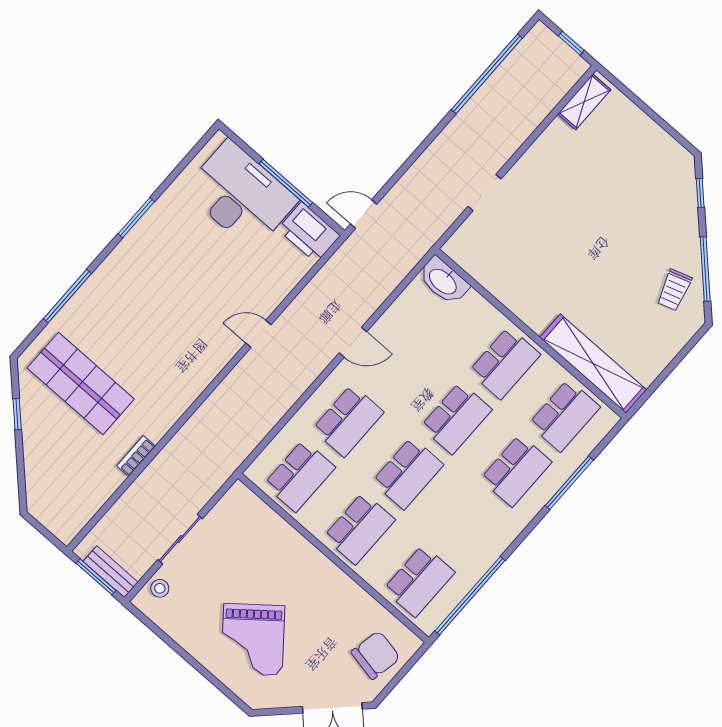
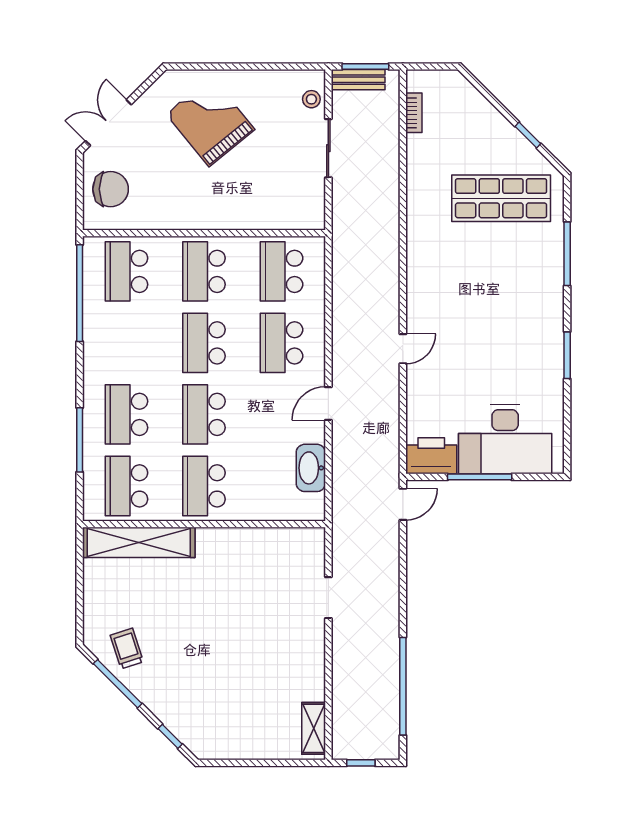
washbasin: (443, 281) -> (311, 468), moved, turned -90
bookcase: (136, 456) -> (414, 113), moved
chair: (376, 655) -> (111, 189), turned -101

